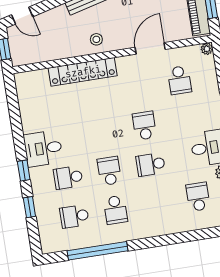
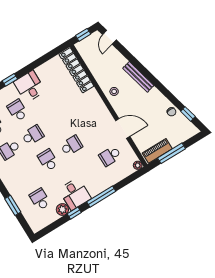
locker: (83, 72) -> (76, 70), moved
school desk: (198, 197) -> (40, 199), turned -90
window: (191, 236) -> (13, 205), added

